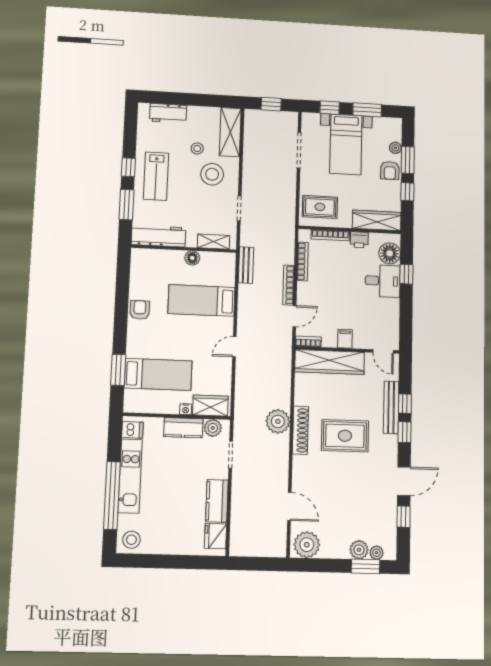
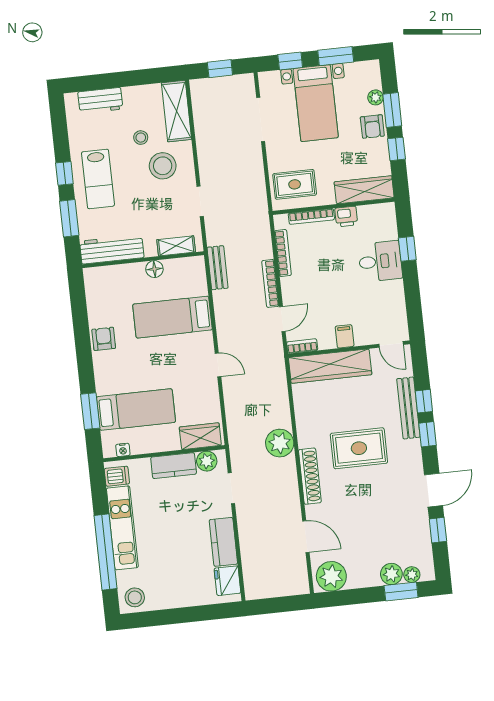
floor lamp: (390, 253) -> (384, 227), removed
door: (234, 347) -> (218, 365), swing flipped
nightstand: (186, 409) -> (123, 450), moved
shoe rack: (300, 430) -> (310, 476), moved

